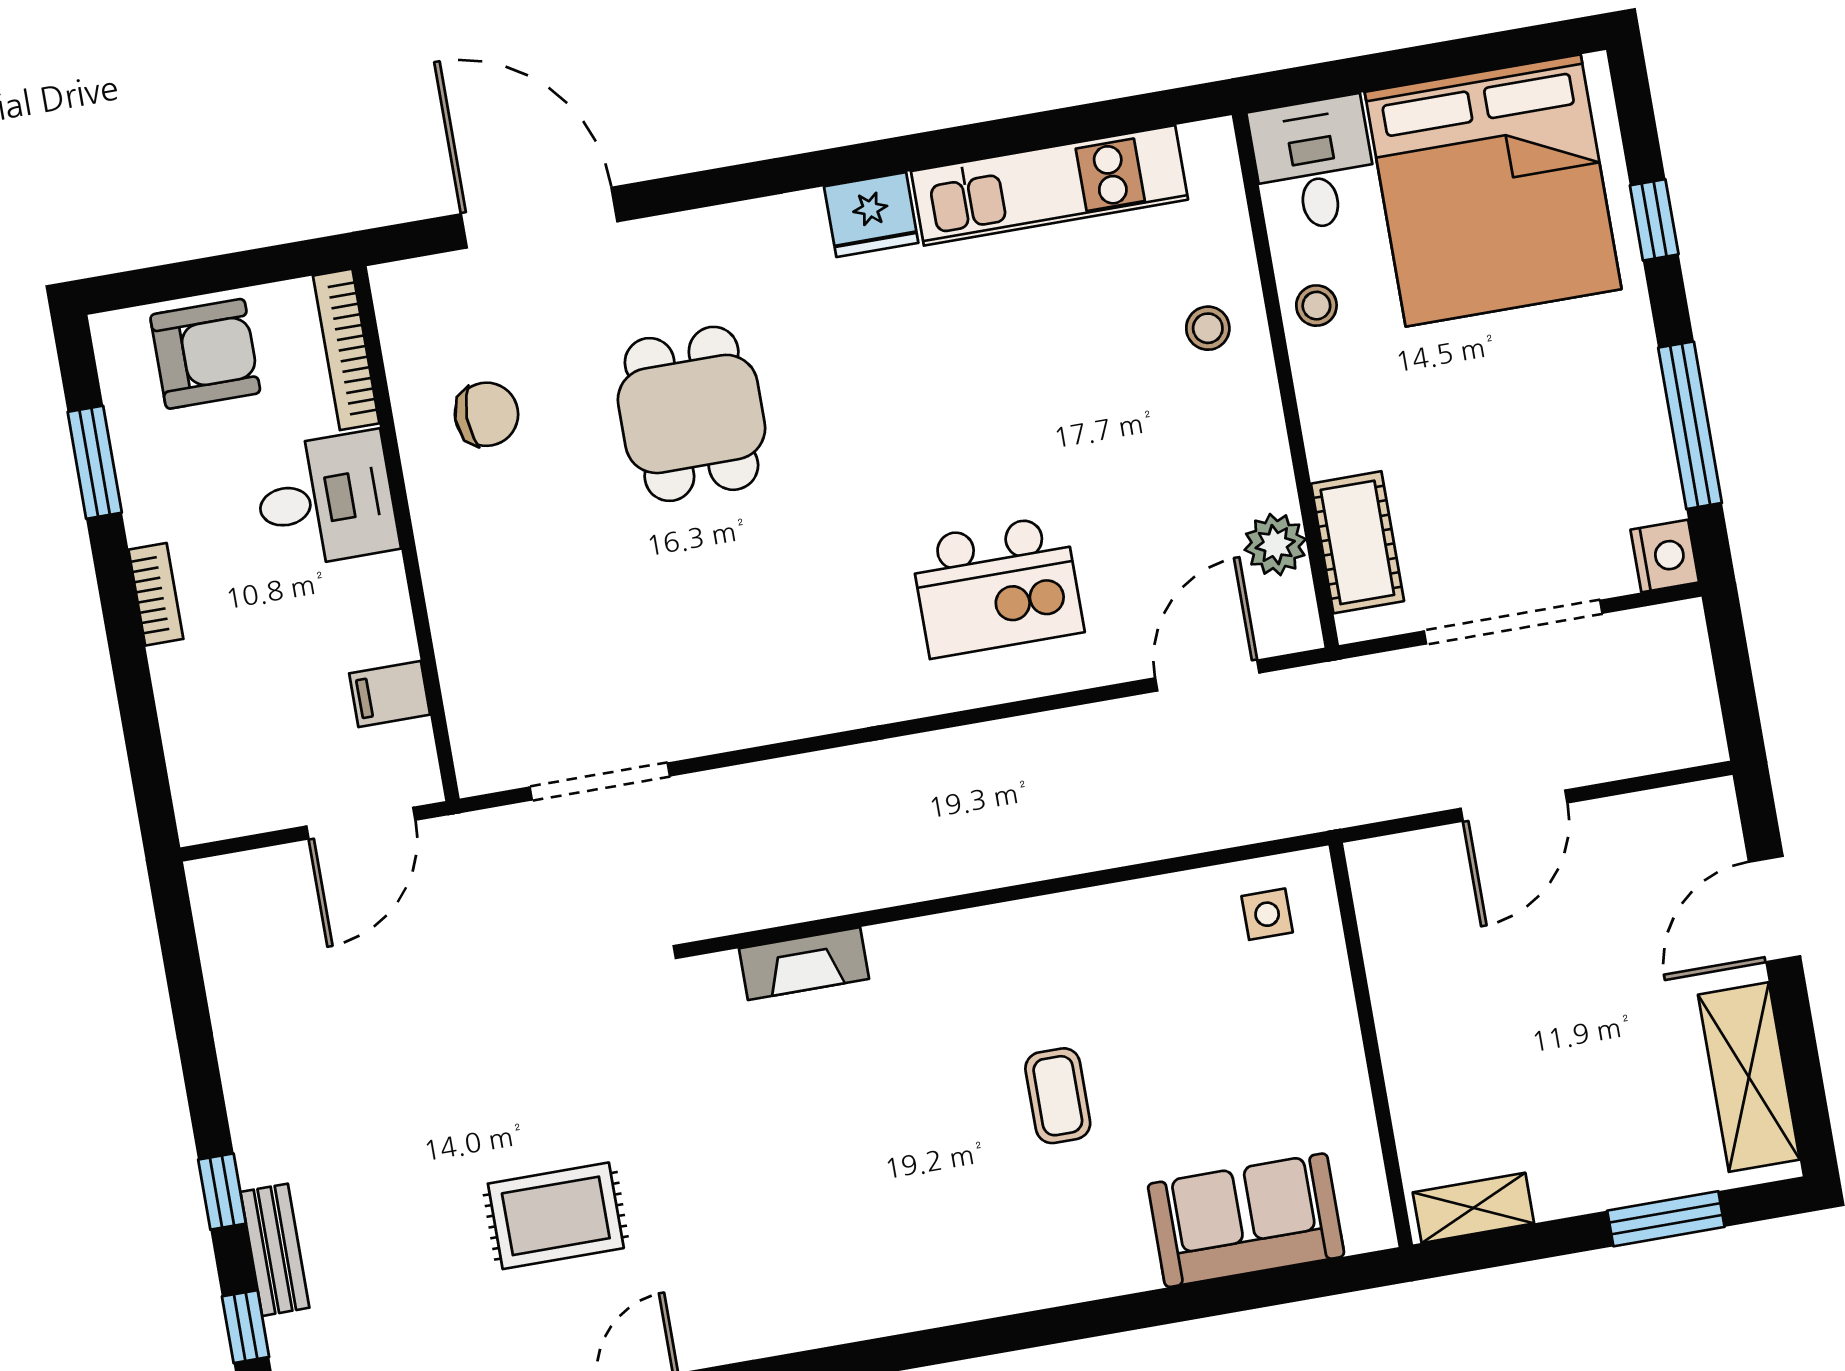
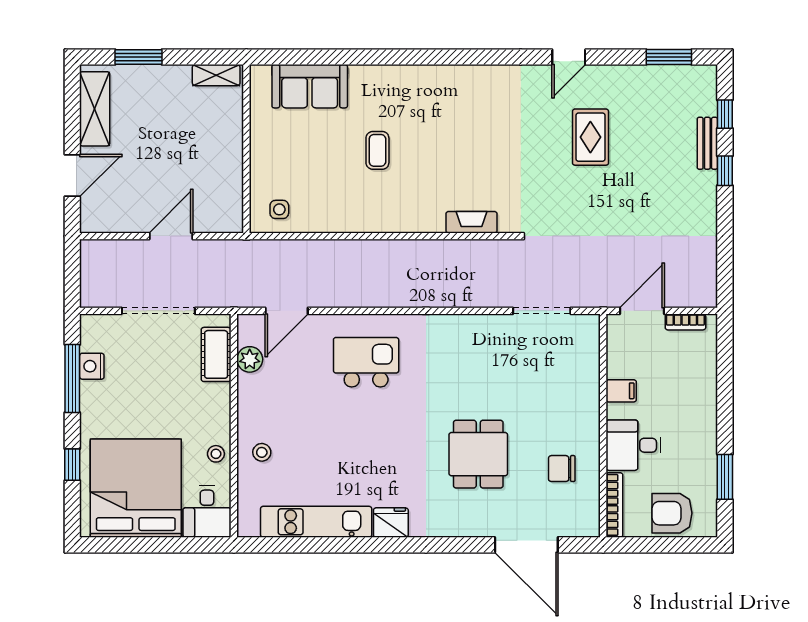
nightstand: (1665, 556) -> (92, 366), moved
bookcase: (156, 594) -> (685, 322), moved, turned -90
filing cabinet: (390, 694) -> (621, 391), moved
rug: (556, 1216) -> (590, 137), turned 90

